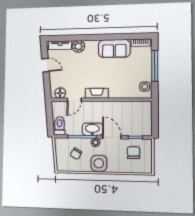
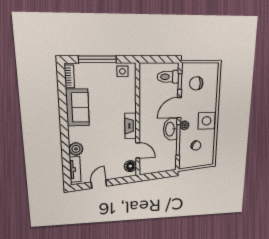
toilet: (60, 126) -> (168, 77), moved

